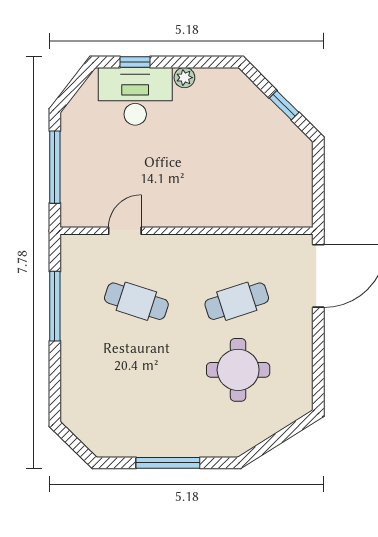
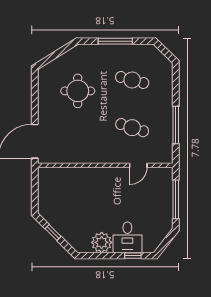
plant: (184, 78) -> (102, 242), width x1.87, depth x1.87
desk: (135, 96) -> (127, 237), width x0.73
cafe table: (237, 301) -> (132, 80), moved, turned 33

